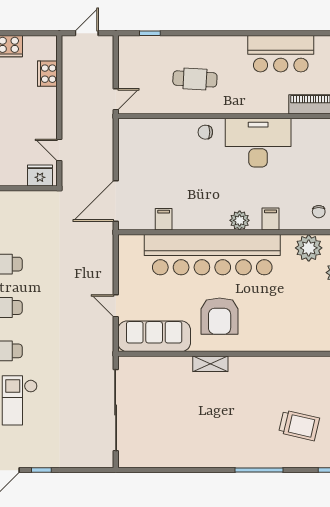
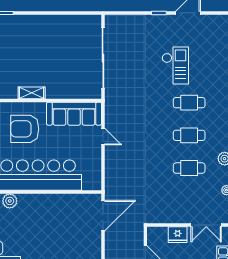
fridge: (40, 176) -> (178, 235), moved
filing cabinet: (164, 219) -> (67, 202), removed
armchair: (220, 316) -> (25, 129), turned -90

